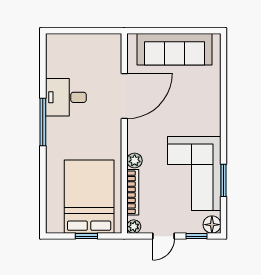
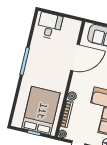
desk: (66, 97) -> (50, 26), moved, turned 90

